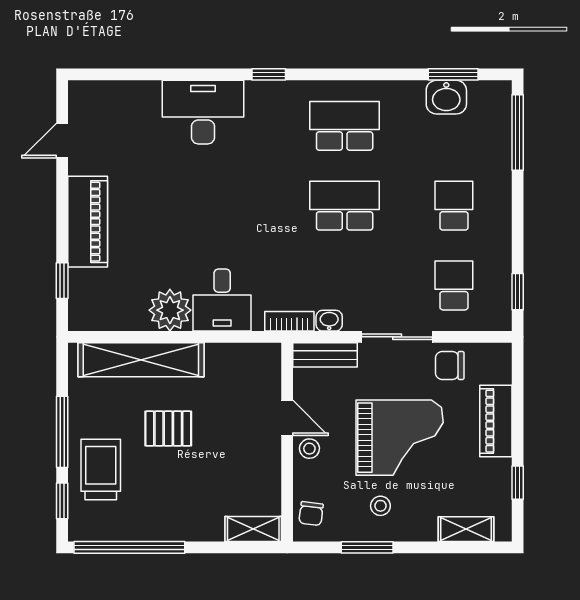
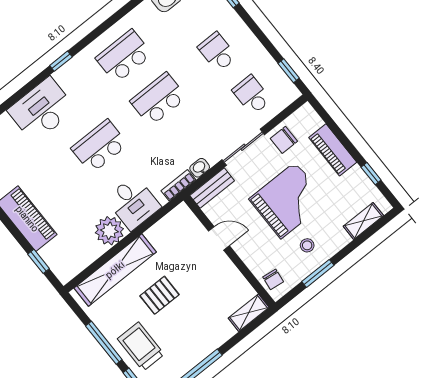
school desk: (235, 206) -> (99, 146), added
stool: (309, 449) -> (244, 245), removed

